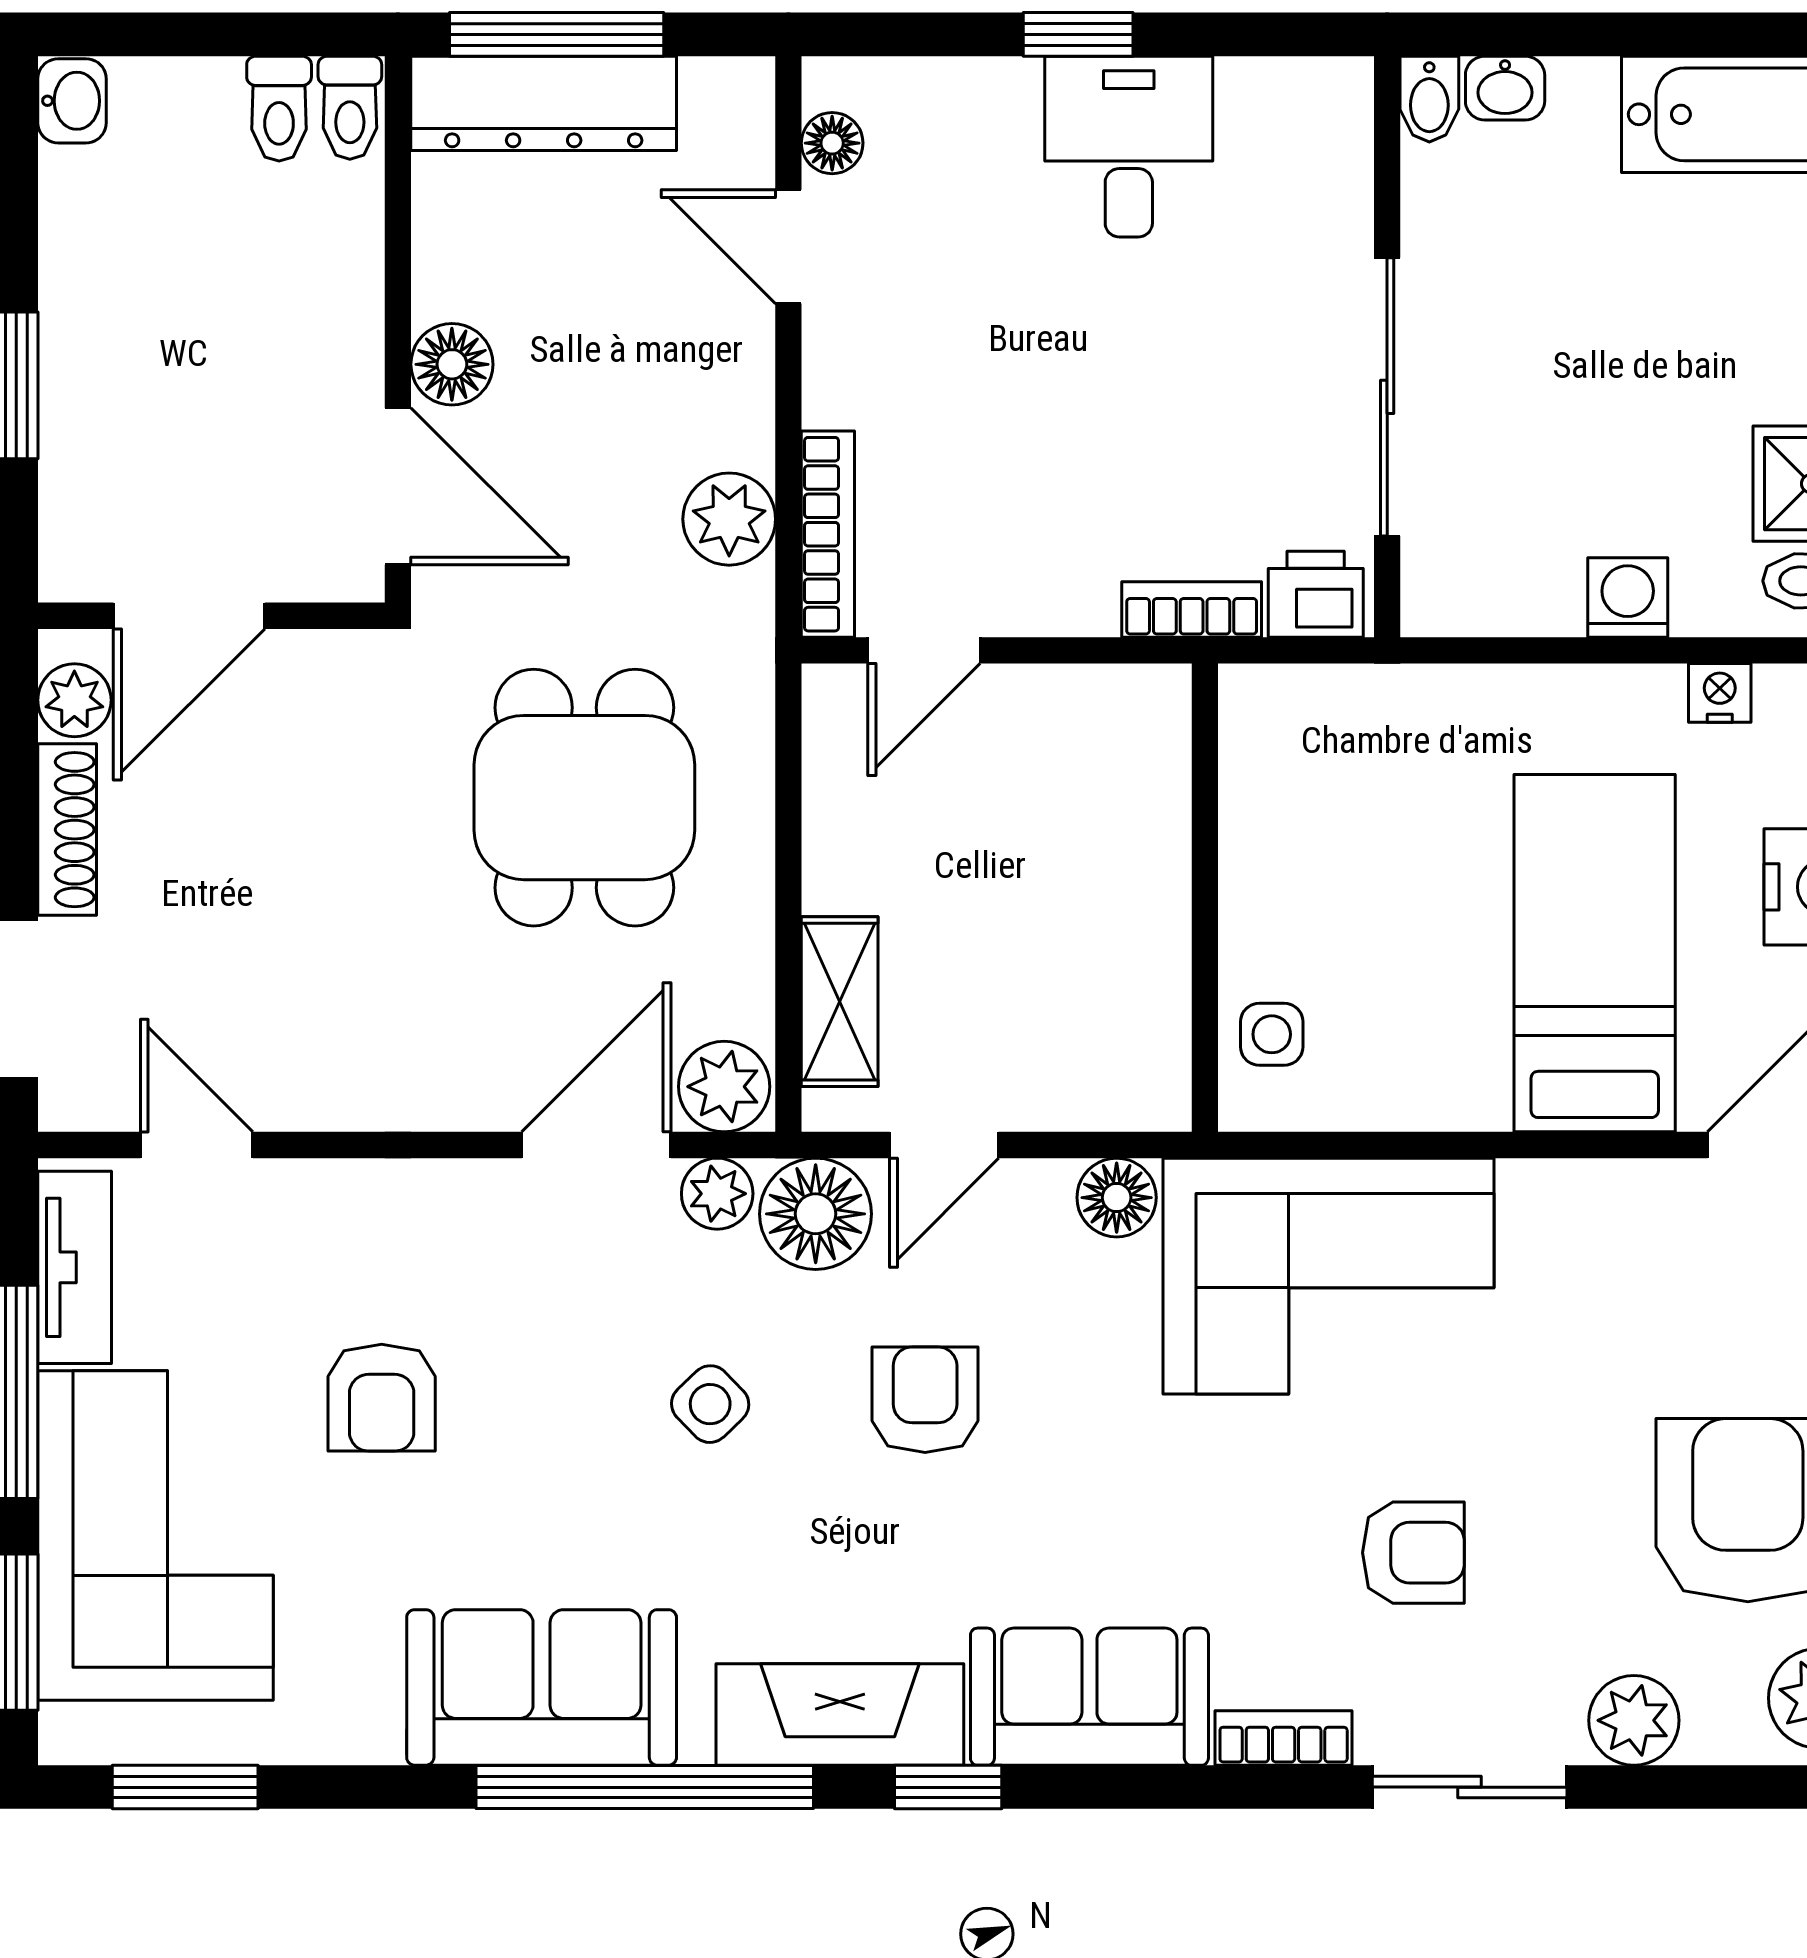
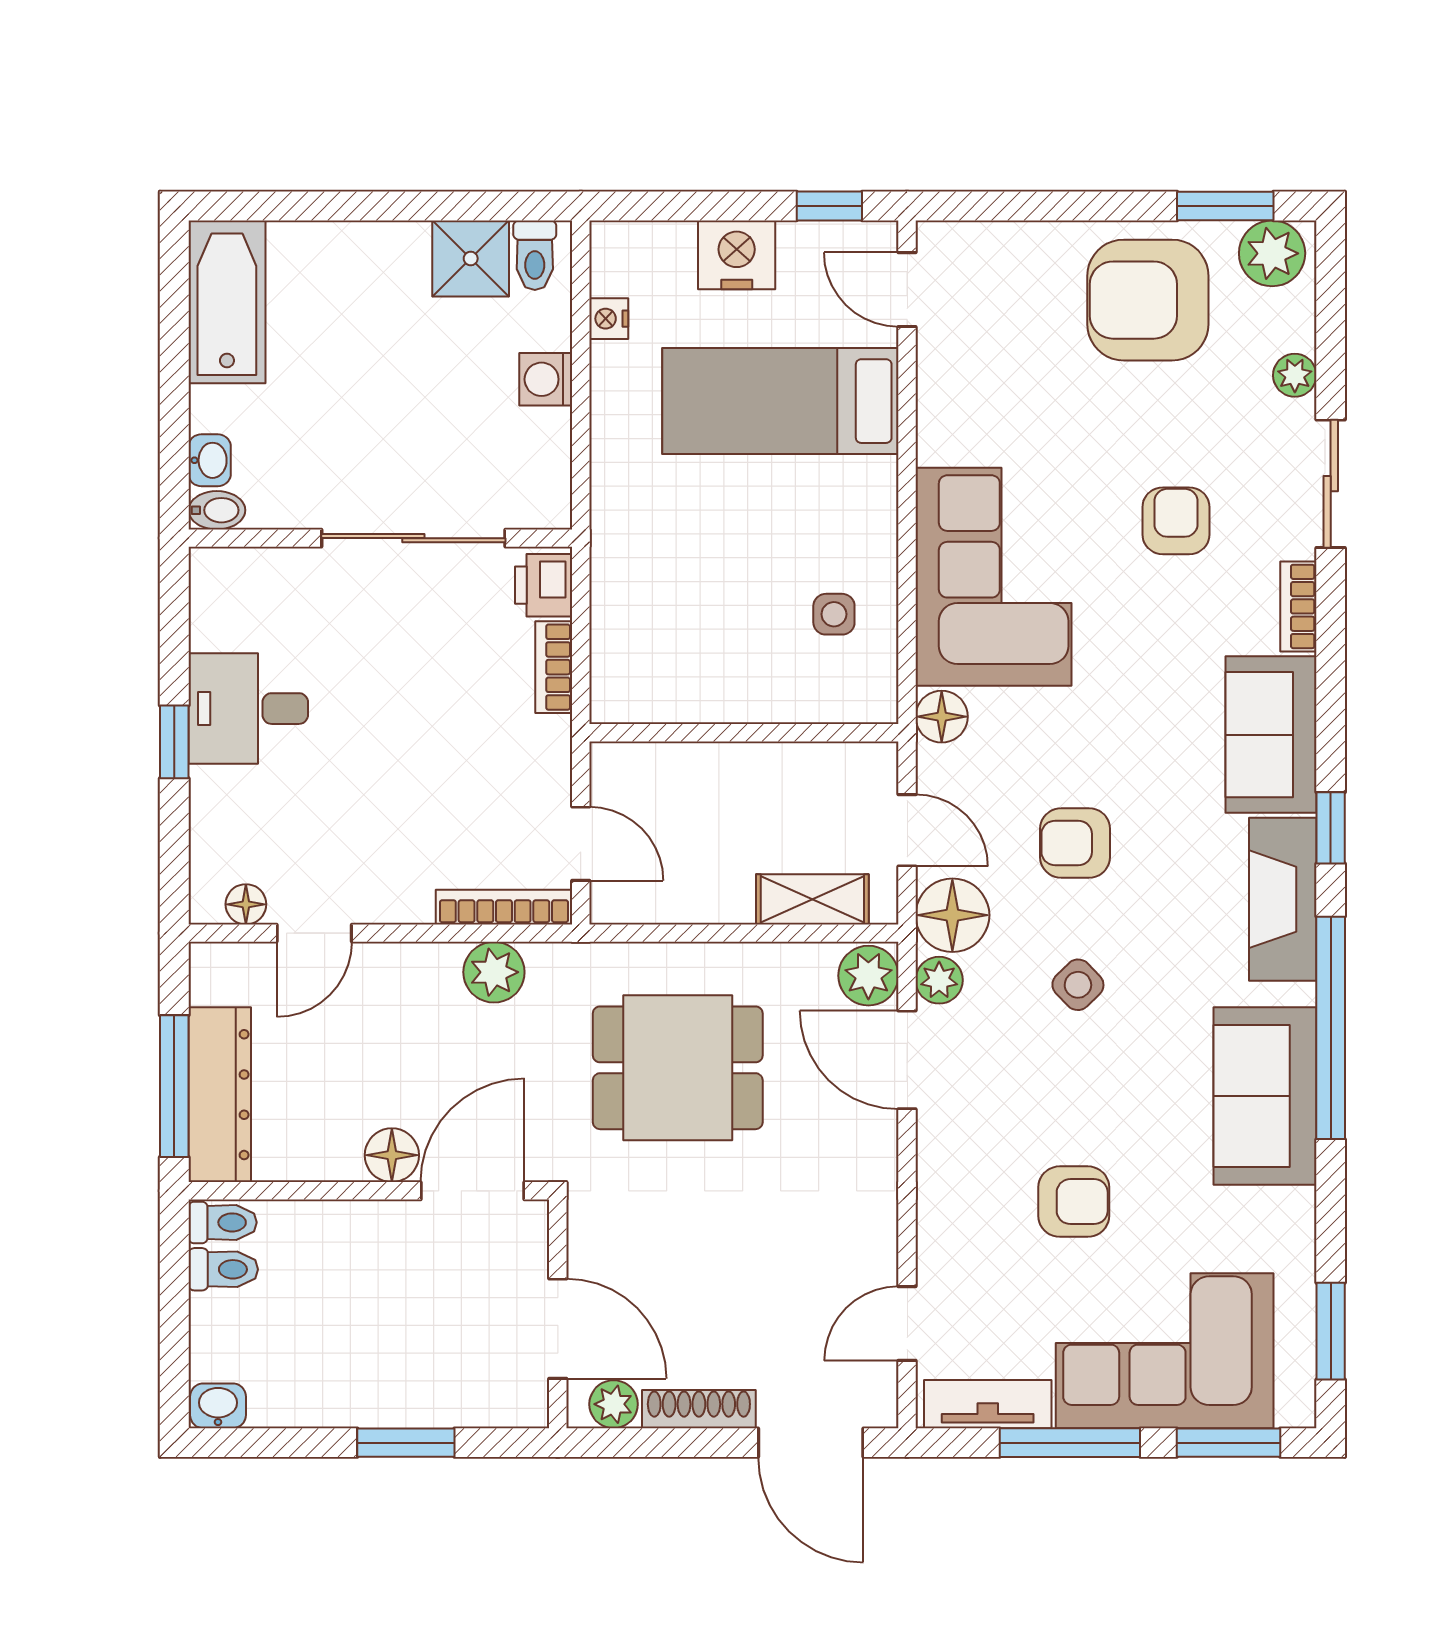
wall: (1205, 898) -> (744, 733), moved
plant: (1634, 1720) -> (1295, 375), width x0.73, depth x0.73

